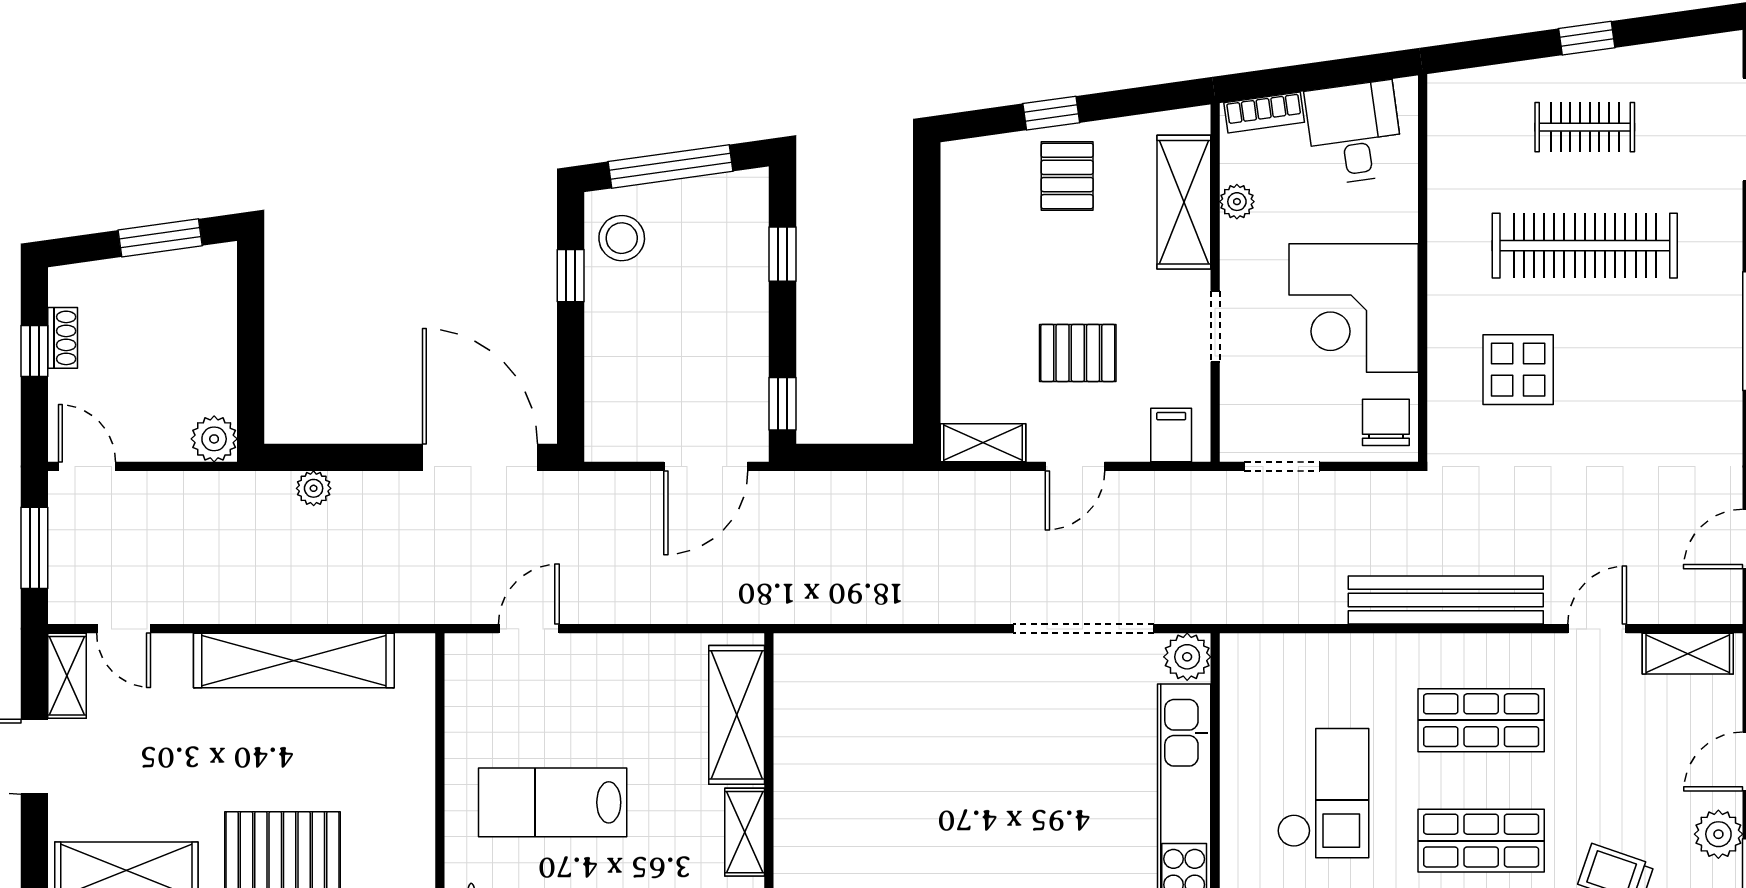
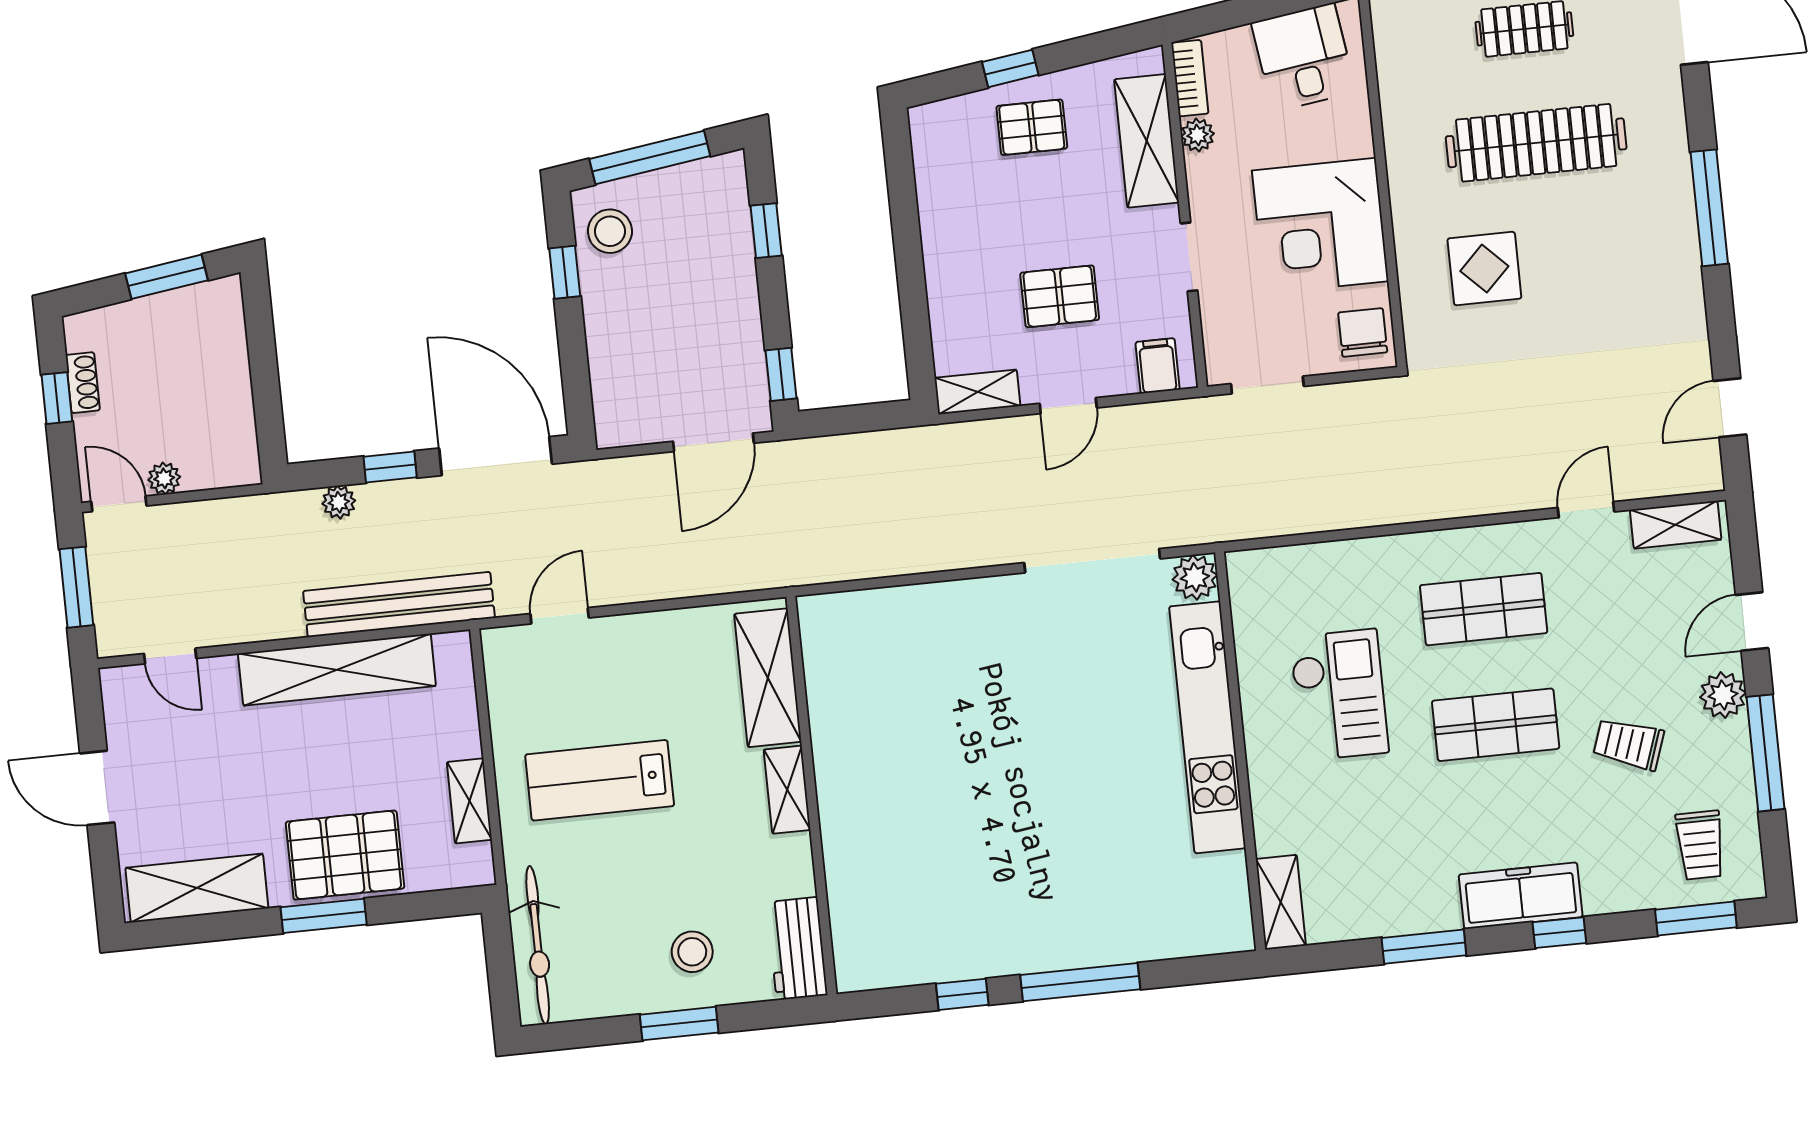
bookcase: (1264, 112) -> (1190, 78), moved, turned -82
pallet: (1067, 176) -> (1032, 127), turned 90
plant: (214, 439) -> (164, 478), moved, width x0.73, depth x0.73
window: (370, 457) -> (390, 467), added
bench: (1446, 600) -> (399, 604), moved
shelving: (67, 676) -> (469, 801), moved

